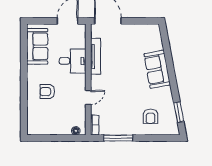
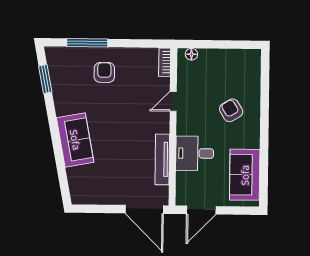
armchair: (47, 92) -> (231, 110), turned -121
armchair: (151, 116) -> (104, 72), moved
window: (118, 138) -> (87, 43), moved

